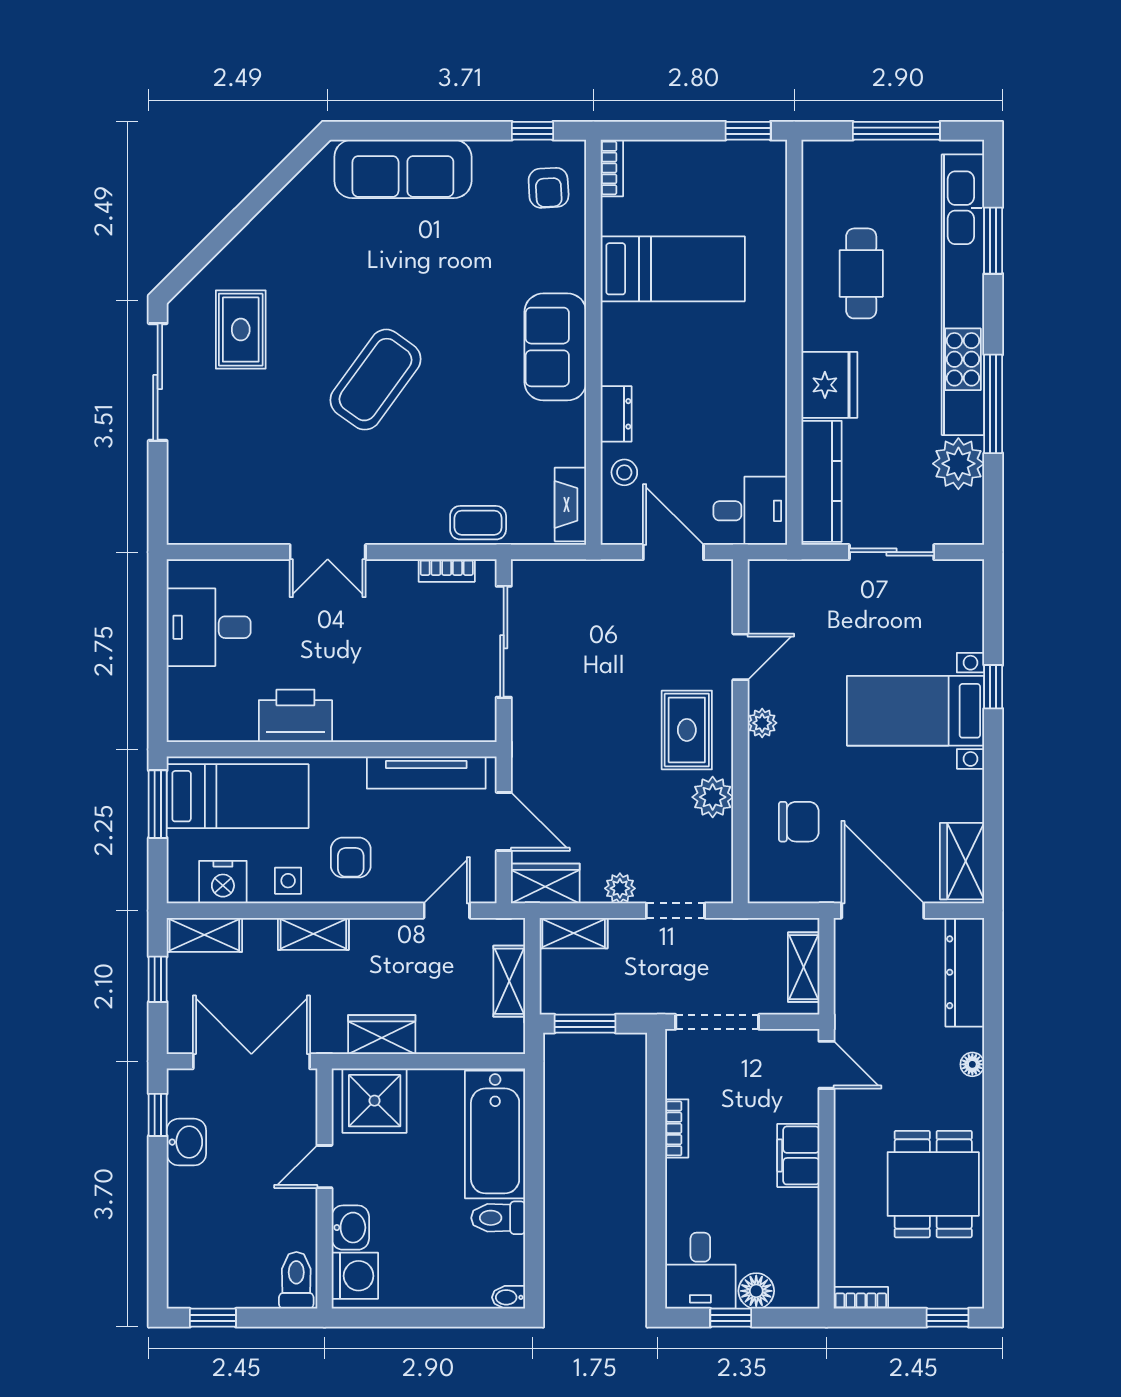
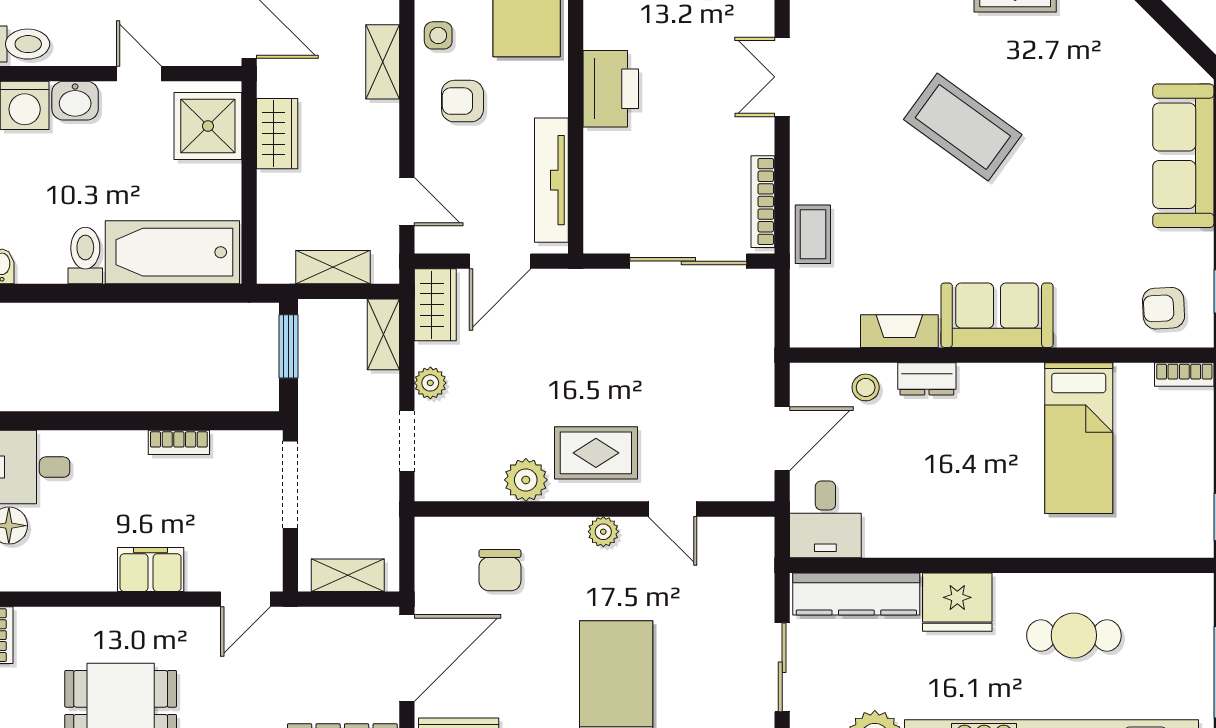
fireplace: (570, 504) -> (899, 331), moved
bookcase: (447, 571) -> (763, 202), width x1.56
printer: (295, 716) -> (611, 89), moved

